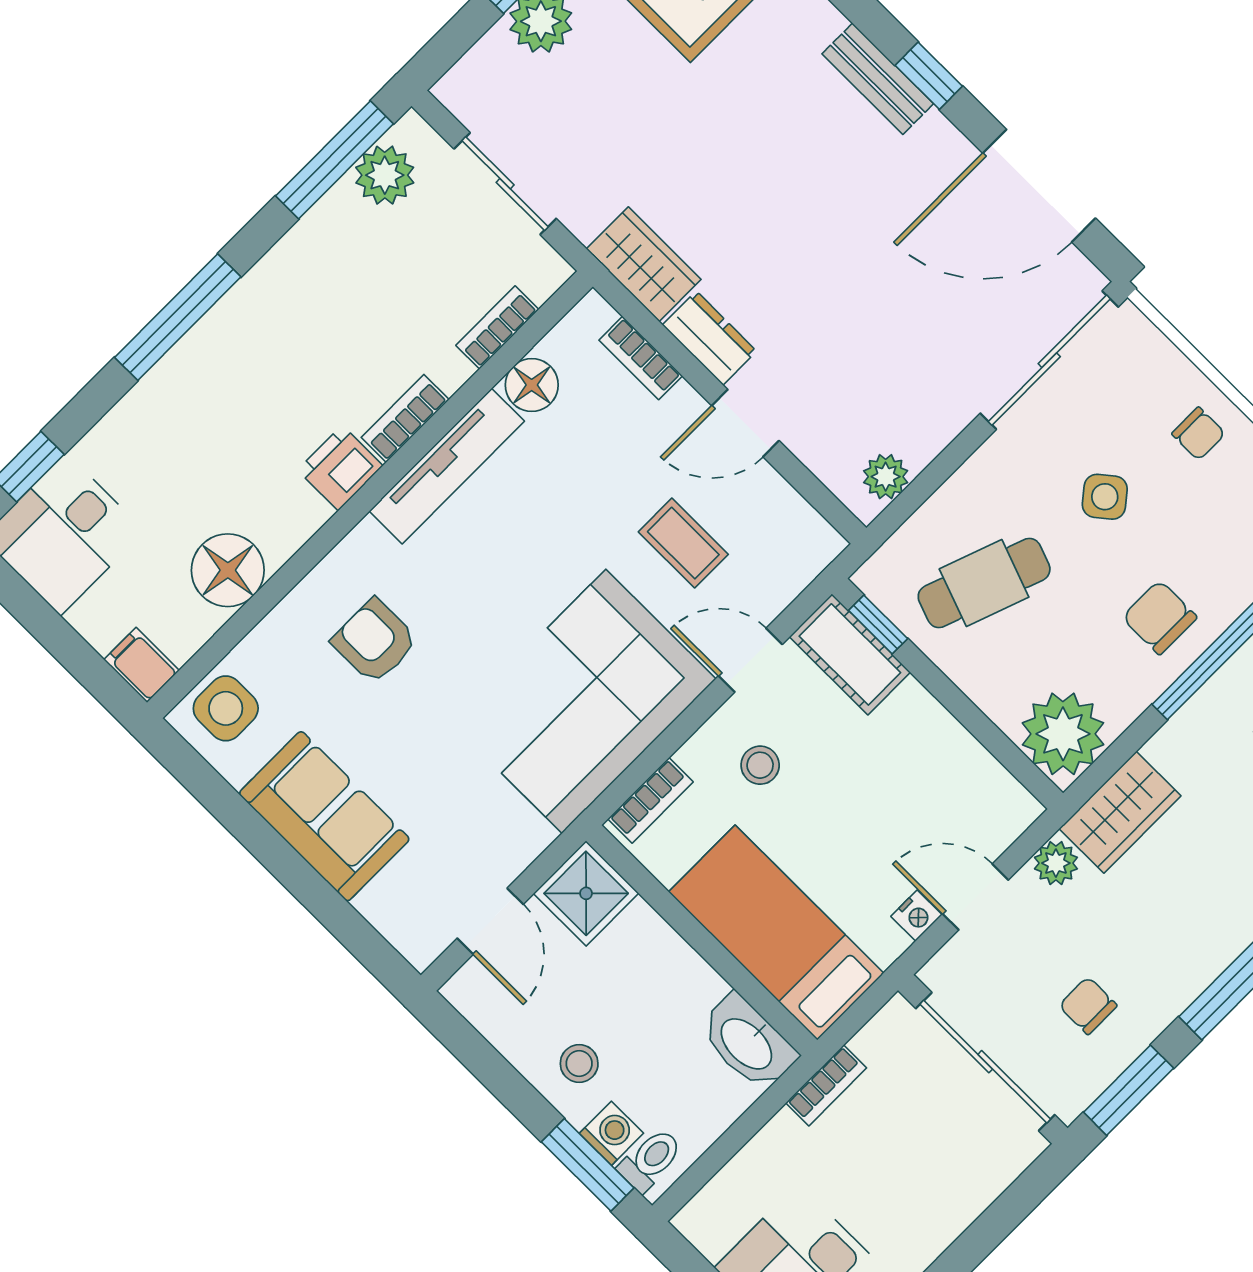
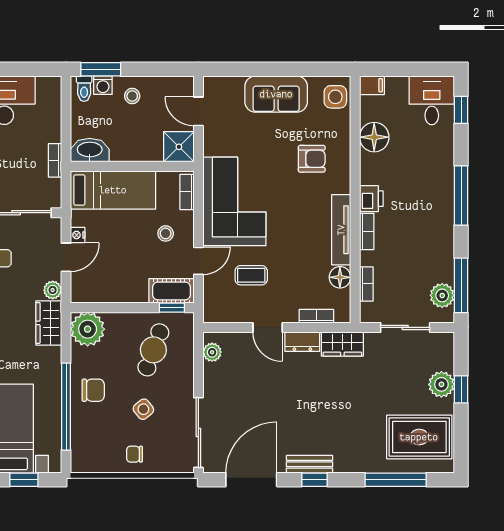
bench: (878, 79) -> (309, 464), moved
door: (745, 423) -> (268, 327), swing flipped

